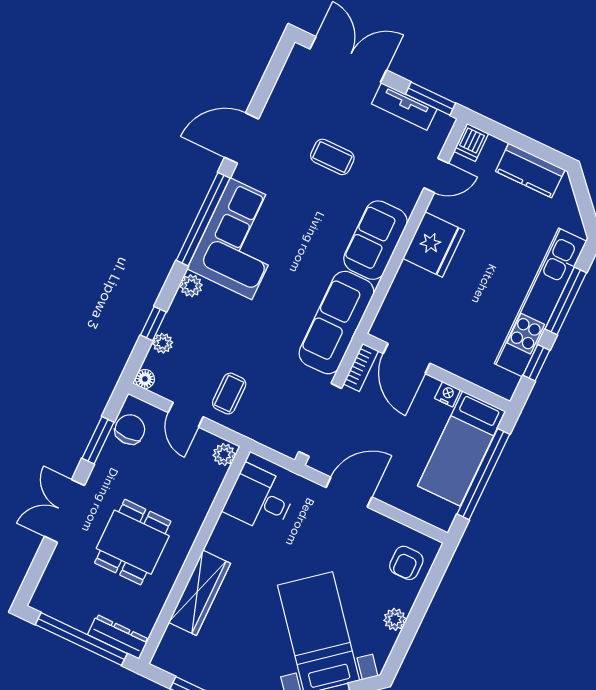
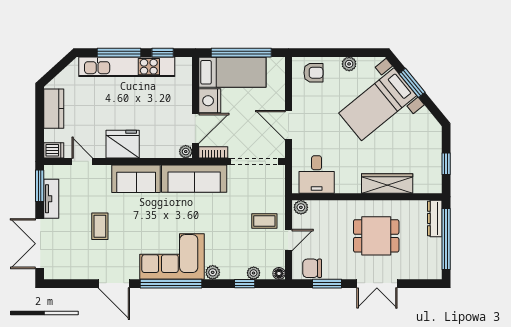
plant: (381, 329) -> (186, 152), added
nightstand: (448, 394) -> (210, 101), width x1.89, depth x1.79

